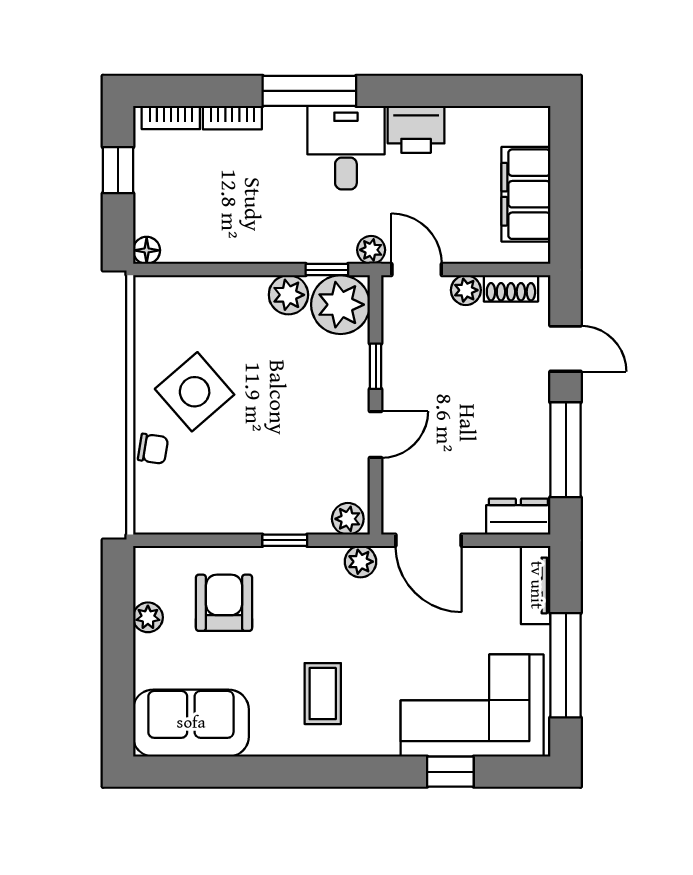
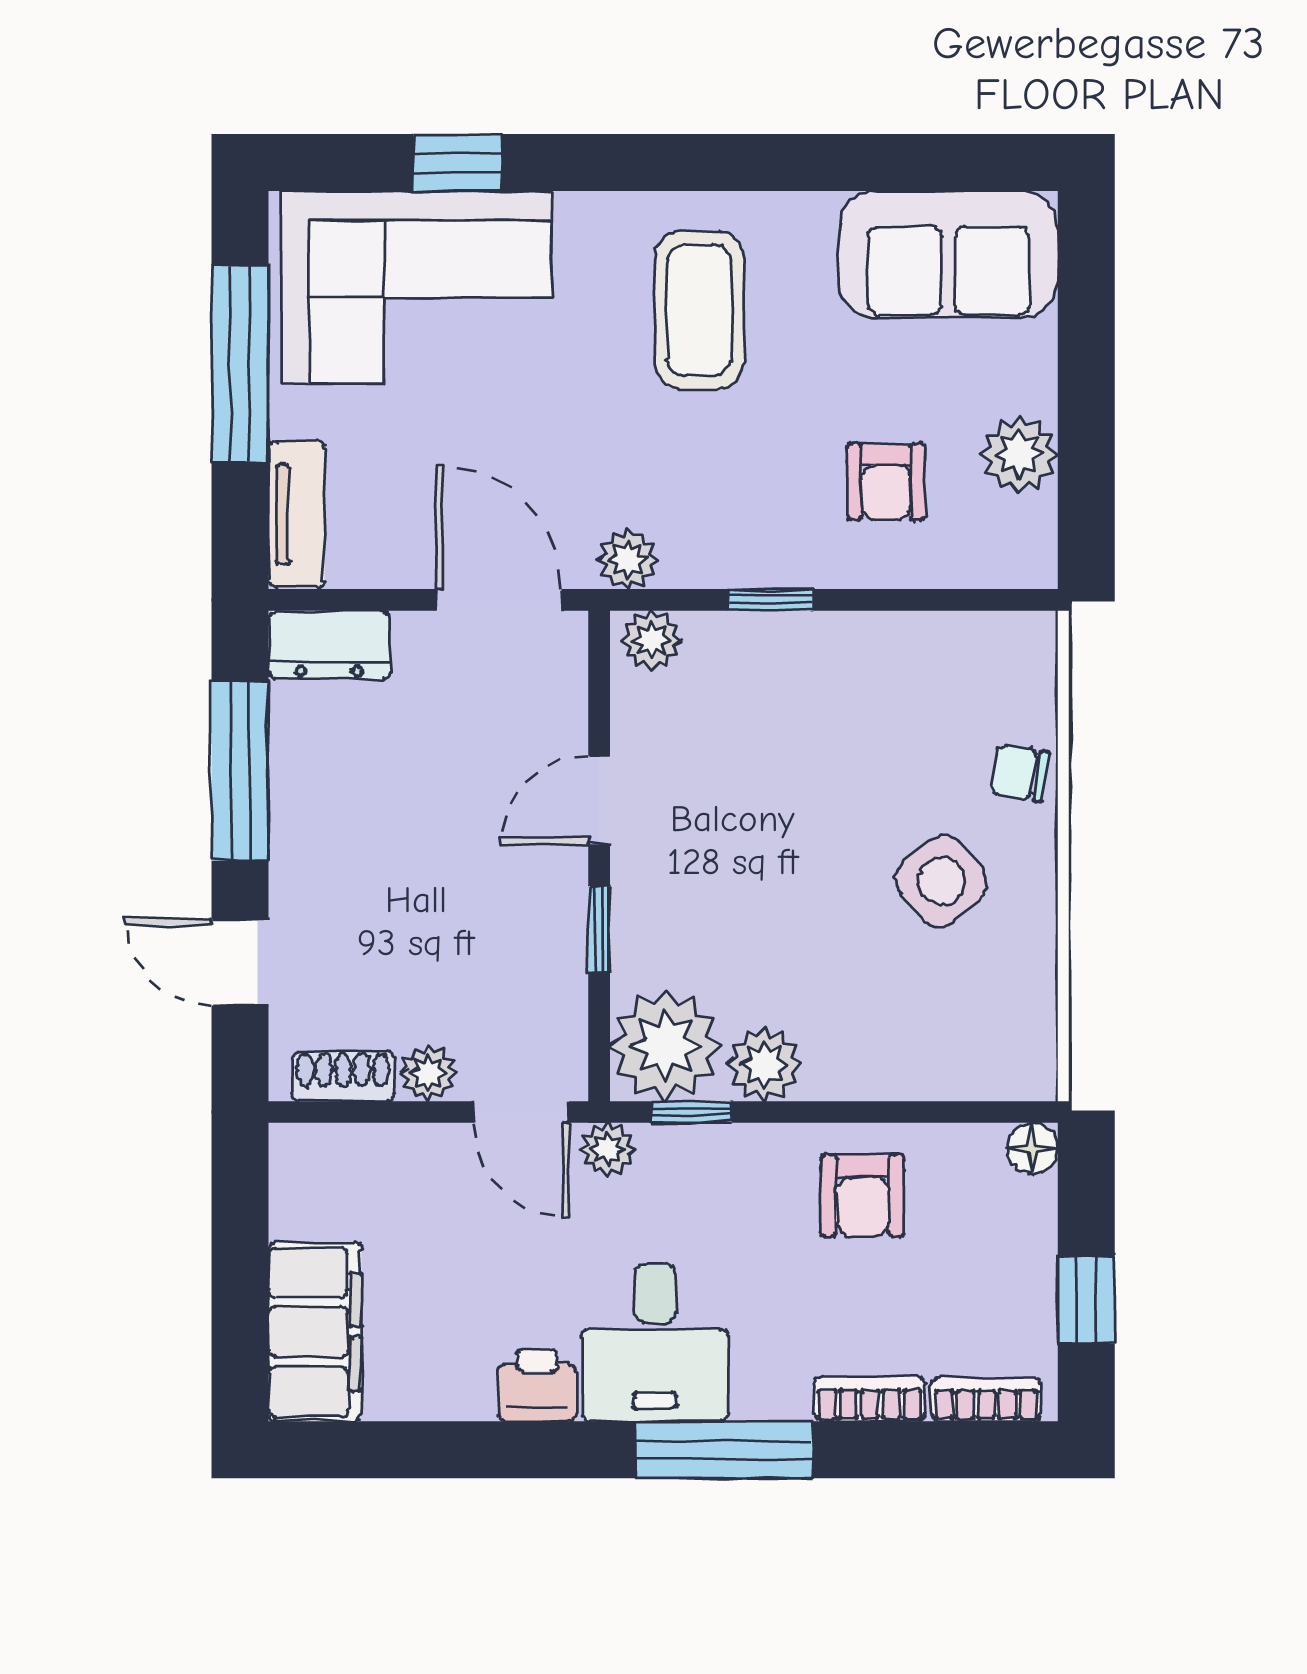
printer: (416, 129) -> (537, 1386), width x0.73, depth x0.81
filing cabinet: (526, 194) -> (315, 1332), moved
armchair: (236, 225) -> (863, 1195), added
side table: (195, 392) -> (941, 881), width x0.73, depth x0.73
armchair: (224, 603) -> (886, 482), width x0.72, depth x0.72
plant: (148, 617) -> (1019, 454), width x1.38, depth x1.38
coffee table: (323, 694) -> (699, 310), width x1.36, depth x1.30

